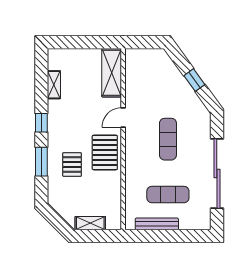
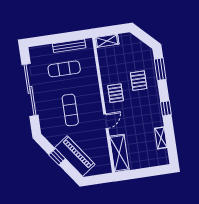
piano: (171, 78) -> (75, 156), added
pallet: (105, 152) -> (116, 93), width x0.67, depth x0.71
window: (41, 162) -> (160, 69), moved
shelving: (90, 223) -> (107, 41), moved

